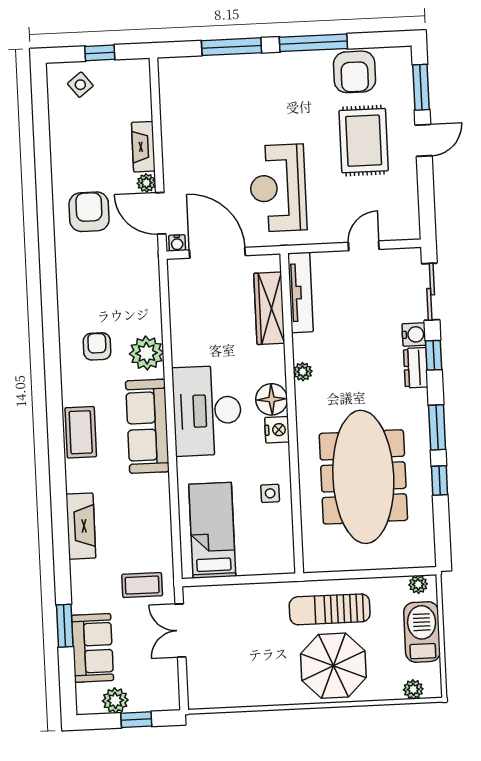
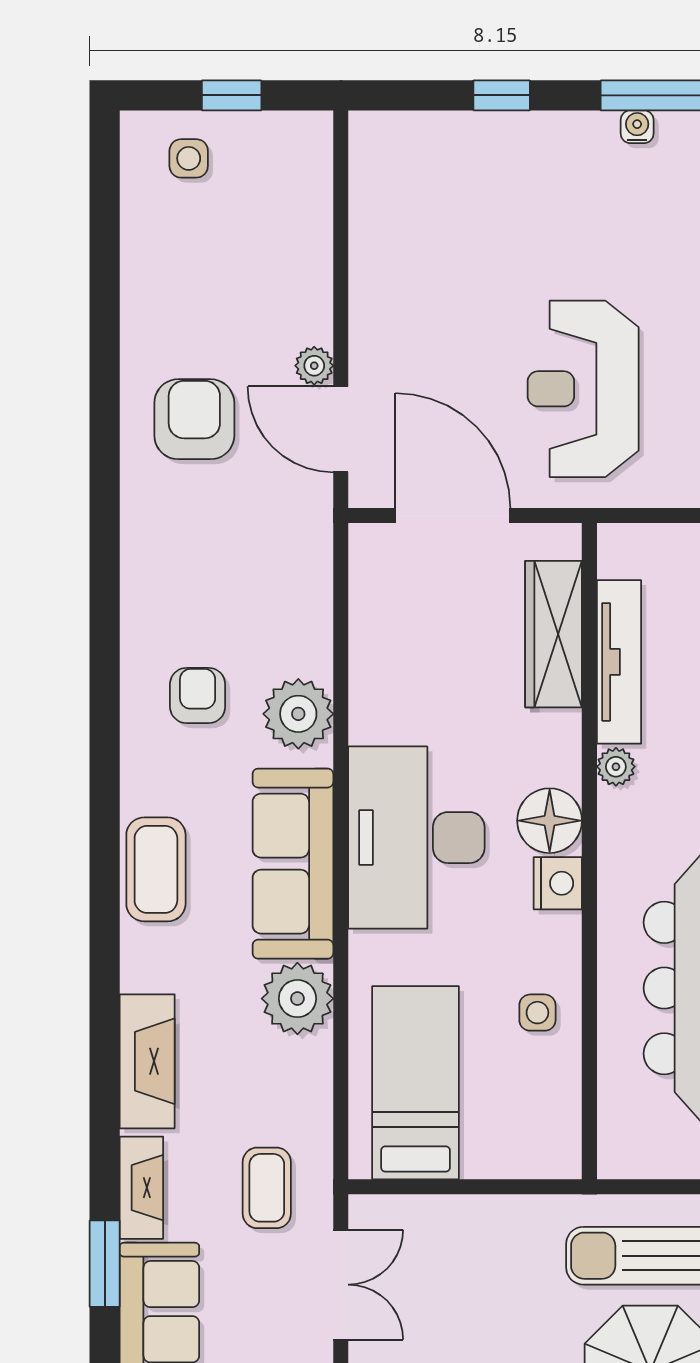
window: (232, 47) -> (502, 95), width x0.46
side table: (80, 85) -> (189, 158), turned 38
fireplace: (143, 147) -> (141, 1188), moved, turned 180
water cooler: (177, 243) -> (637, 127), moved, turned 180
tv unit: (301, 292) -> (619, 662), moved
plant: (153, 492) -> (297, 999), added
coffee table: (142, 585) -> (267, 1188), turned 90
double door: (180, 631) -> (341, 1285), swing flipped

